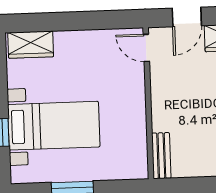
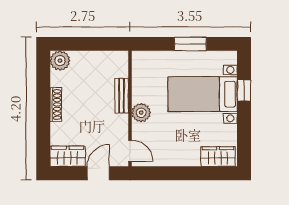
plant: (134, 98) -> (141, 113), added
bench: (161, 156) -> (122, 96), moved

